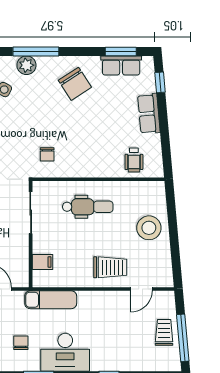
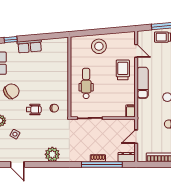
wheelchair: (134, 160) -> (34, 110), moved
filing cabinet: (42, 262) -> (130, 111), moved
exam couch: (51, 300) -> (143, 83), moved

